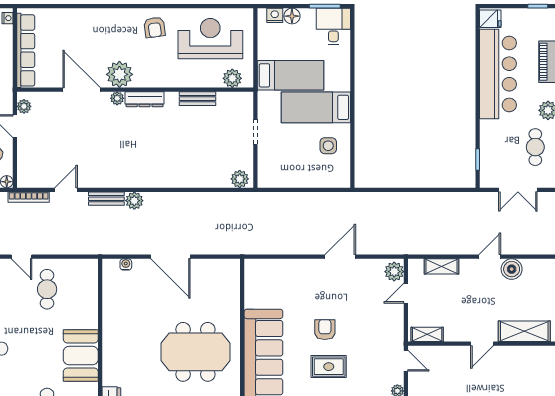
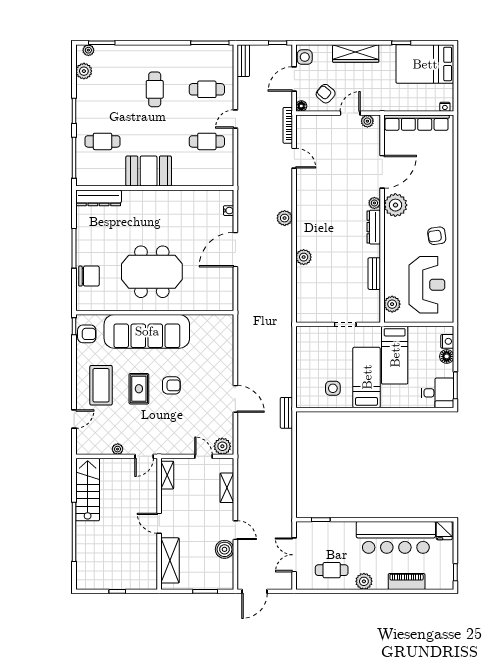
plant: (240, 179) -> (304, 257), moved
bench: (106, 199) -> (286, 413), moved
meeting table: (195, 352) -> (152, 272), turned 90

